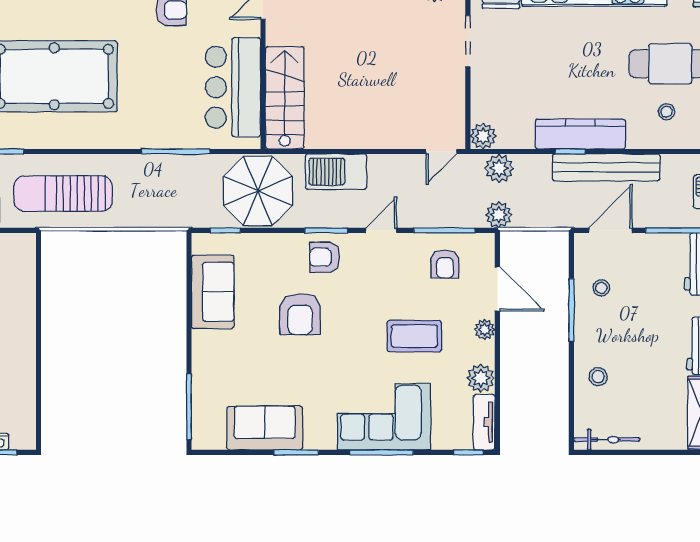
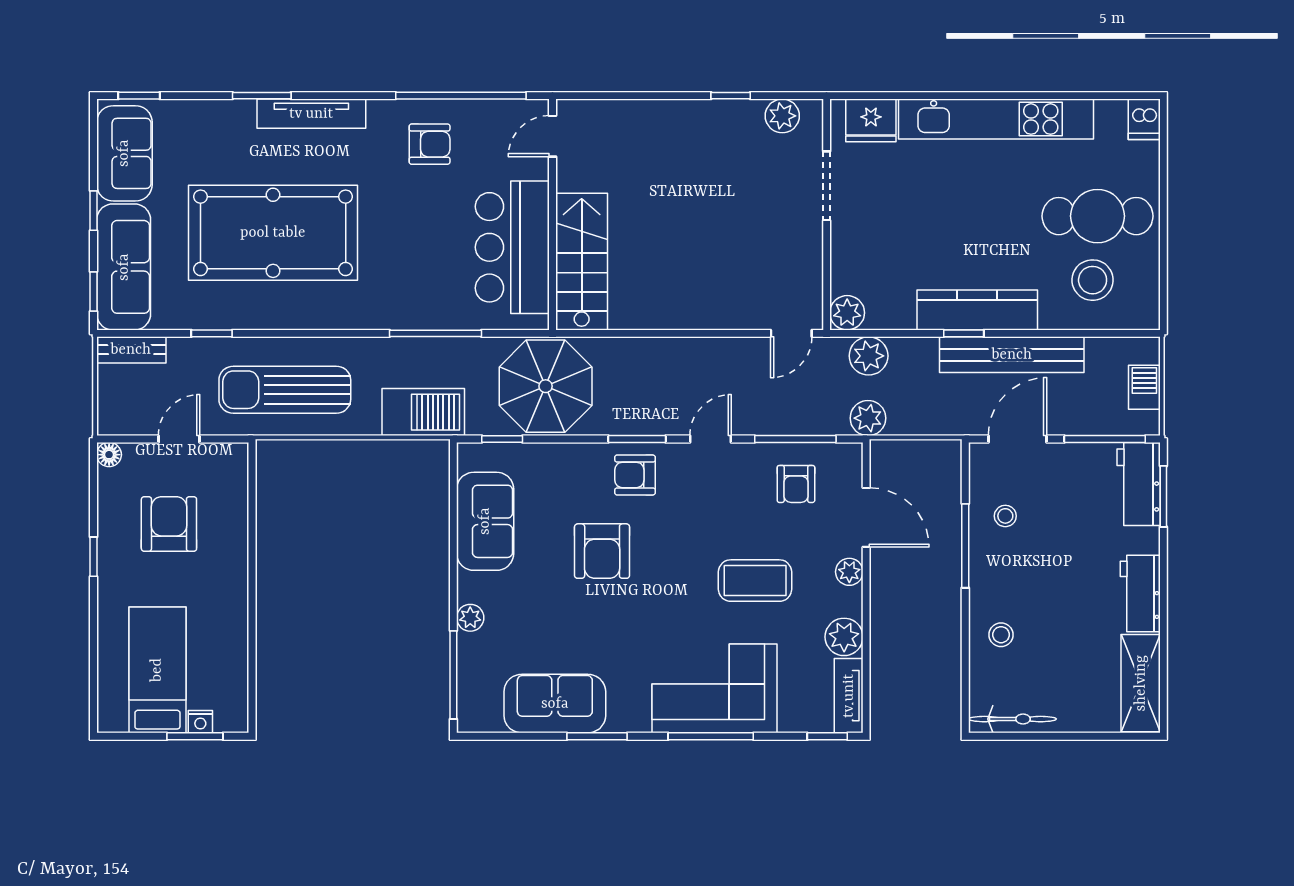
stool: (667, 112) -> (1093, 280), width x1.89, depth x1.89
barbecue: (336, 172) -> (423, 412), moved, turned 180
plant: (202, 364) -> (470, 618), added

